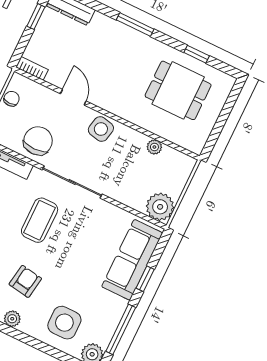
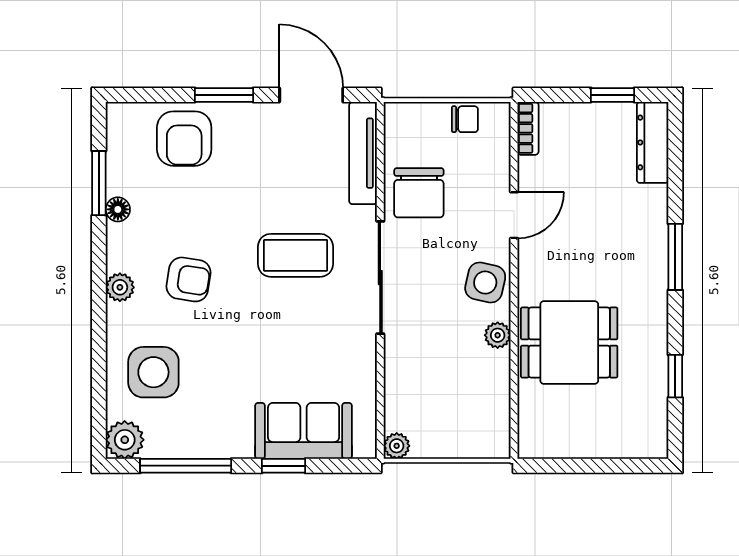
dining table: (178, 90) -> (569, 343), moved, turned 90
chair: (38, 141) -> (419, 193), turned 90
plant: (154, 147) -> (498, 335), moved
plant: (160, 207) -> (397, 446), width x0.53, depth x0.53
sofa: (132, 260) -> (304, 431), width x0.73

